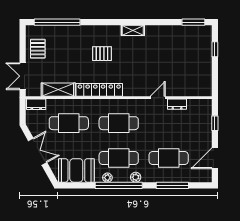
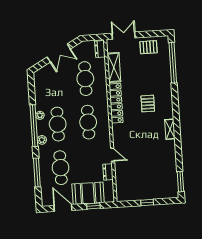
window: (215, 49) -> (147, 203), moved
booth: (76, 170) -> (88, 193), moved, turned 90

